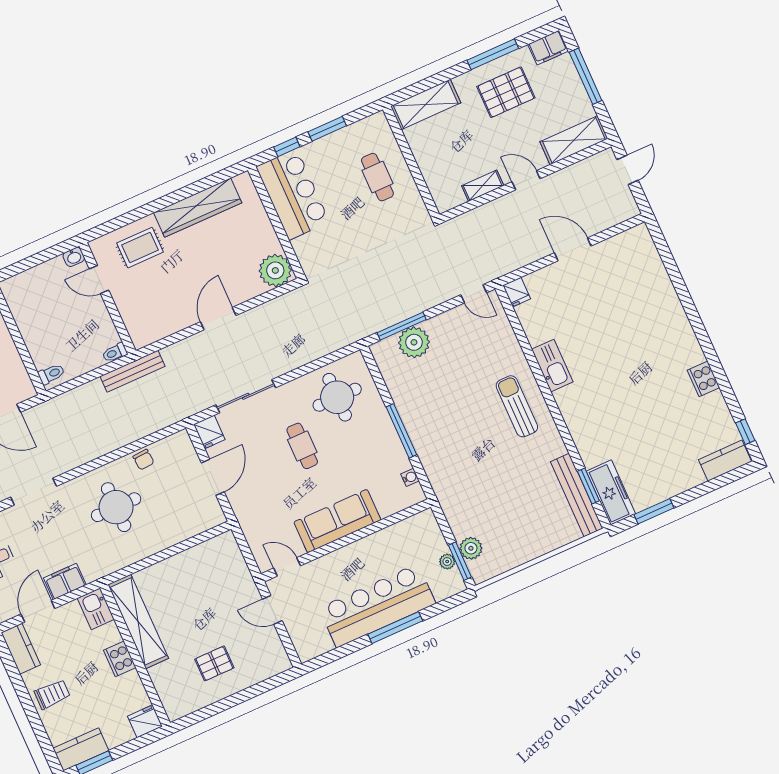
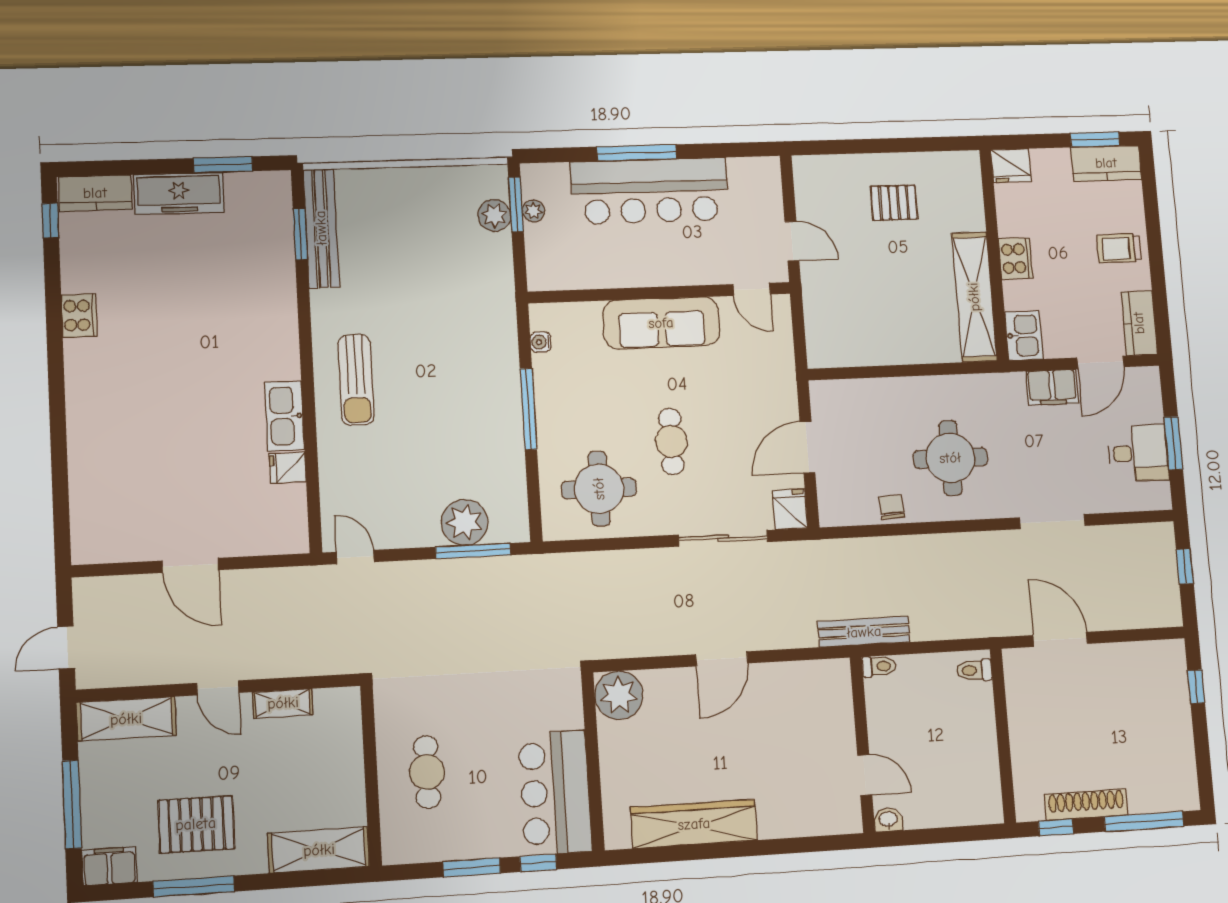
rug: (140, 248) -> (793, 798), removed
fridge: (517, 292) -> (288, 468), moved, turned -90
freezer: (611, 492) -> (179, 193), moved, turned -90

